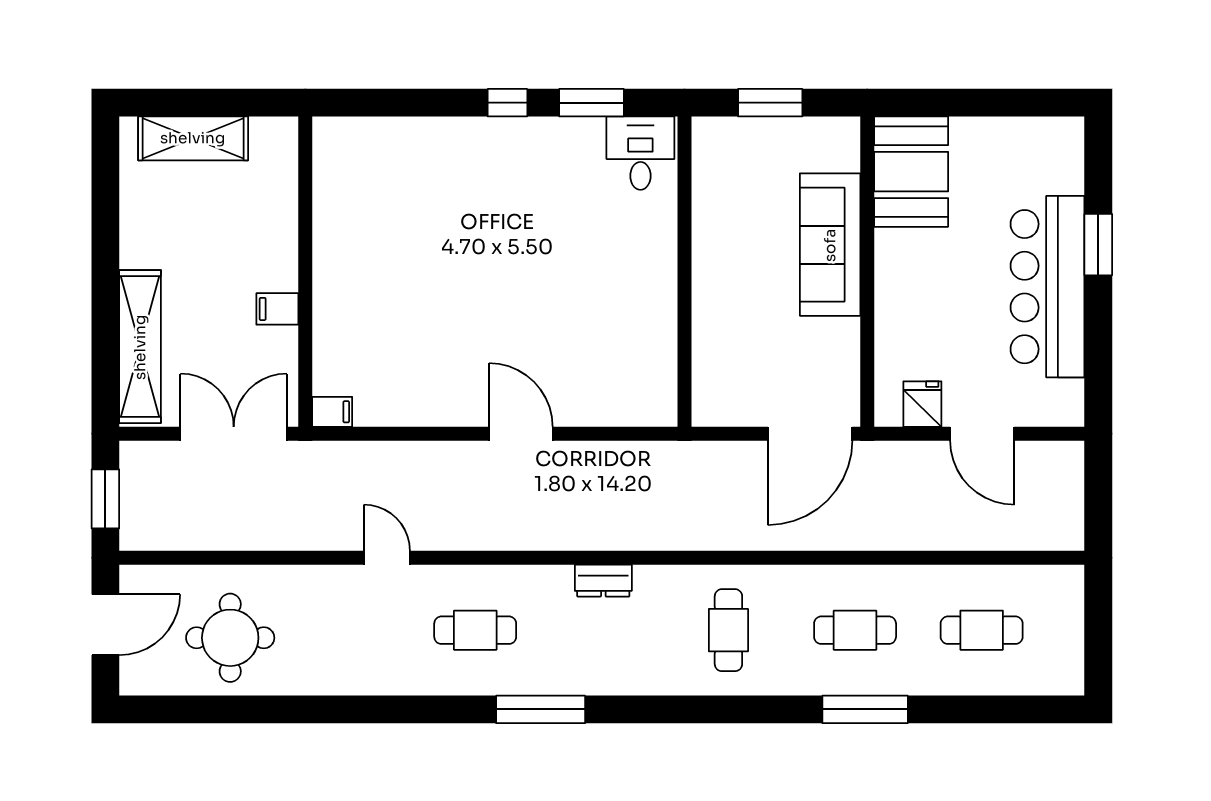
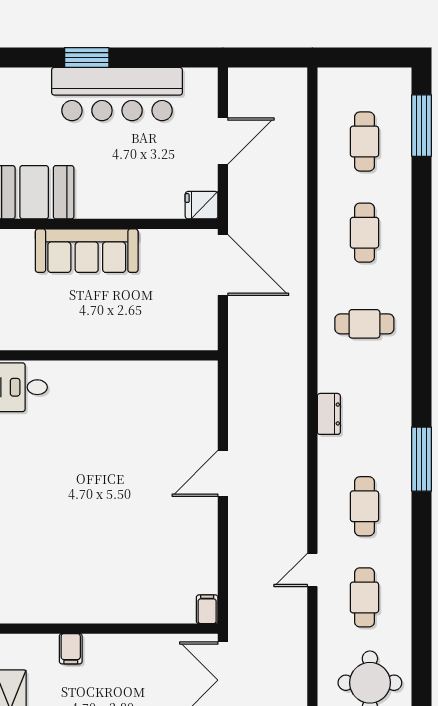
filing cabinet: (277, 309) -> (71, 649), moved
fridge: (922, 404) -> (202, 205), moved
cafe table: (349, 630) -> (364, 597), added
window: (865, 709) -> (422, 126), moved

